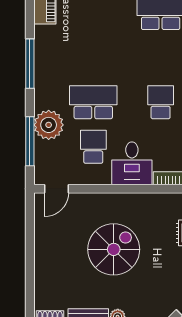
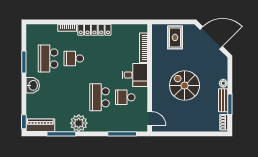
window: (30, 64) -> (61, 134), moved
school desk: (161, 102) -> (74, 58), moved
plant: (49, 125) -> (79, 123), moved

